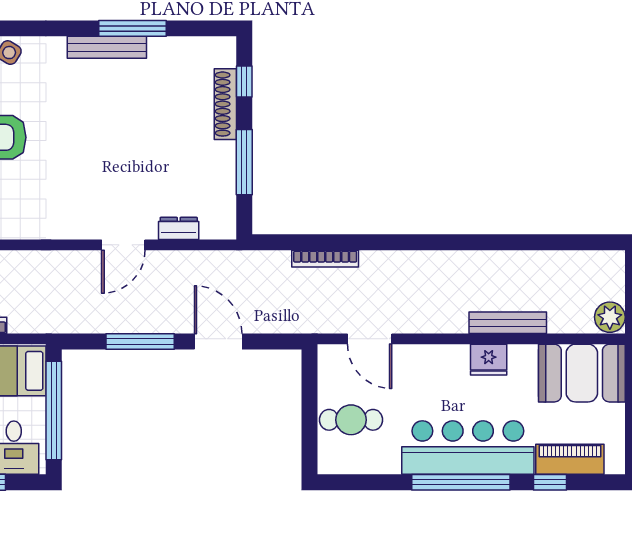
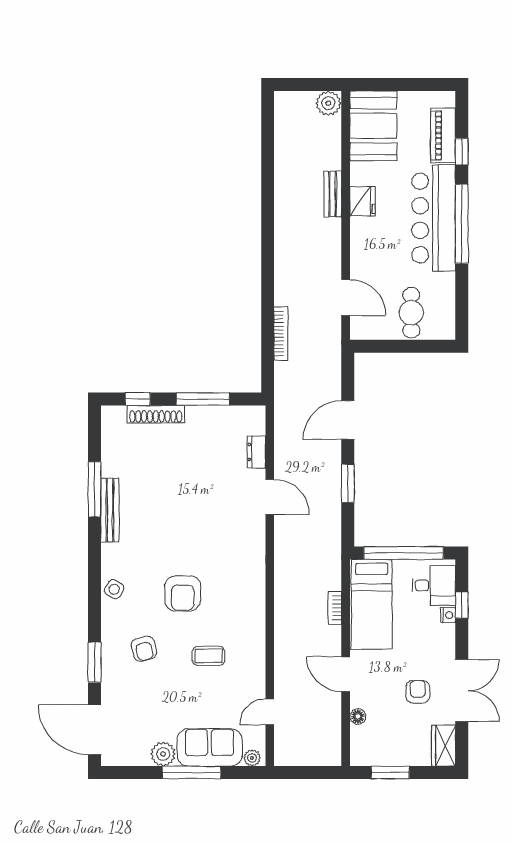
bench: (508, 323) -> (333, 194), width x0.73
door: (370, 339) -> (346, 298), hinge flipped
window: (140, 341) -> (348, 483), width x0.69

